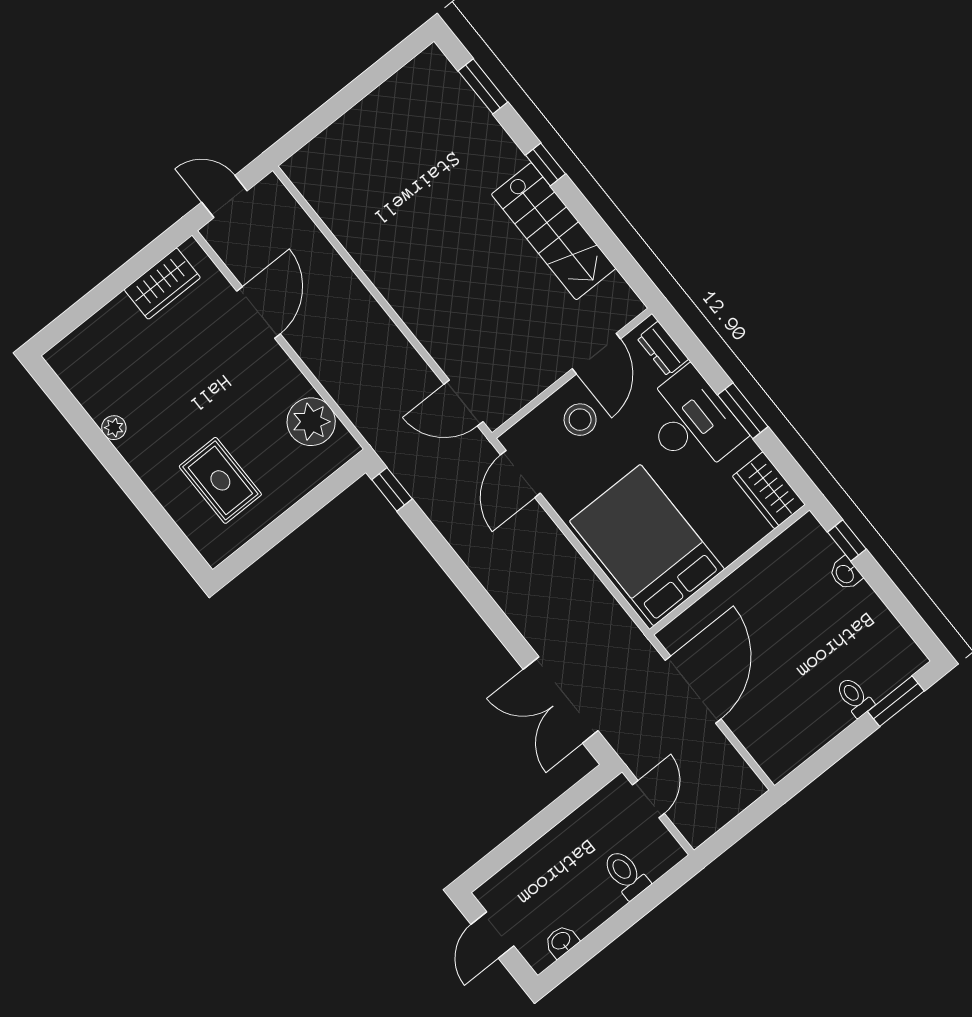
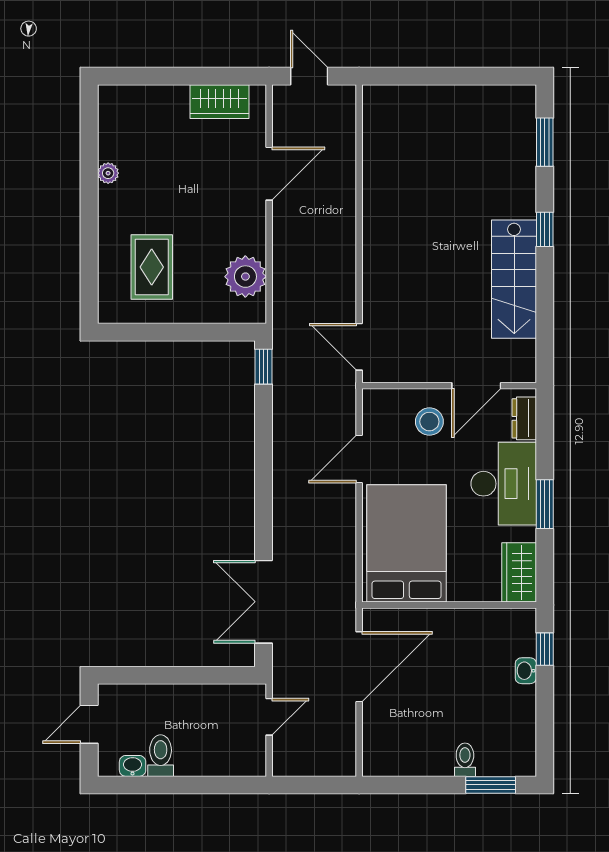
door: (520, 474) -> (359, 459), moved
toilet: (626, 874) -> (161, 756), moved

